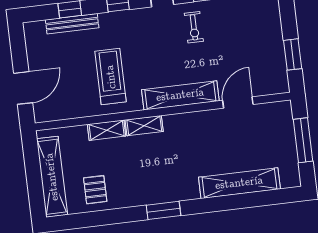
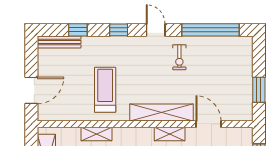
bench: (72, 24) -> (59, 42), moved
door: (238, 102) -> (208, 124), hinge flipped
shelving: (144, 126) -> (170, 134), moved

